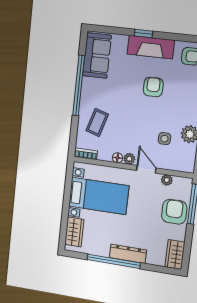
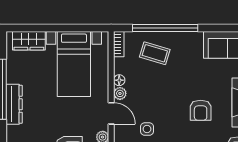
window: (79, 86) -> (165, 28), moved
armchair: (153, 87) -> (201, 110), turned 90
door: (146, 169) -> (111, 113), hinge flipped

